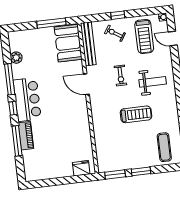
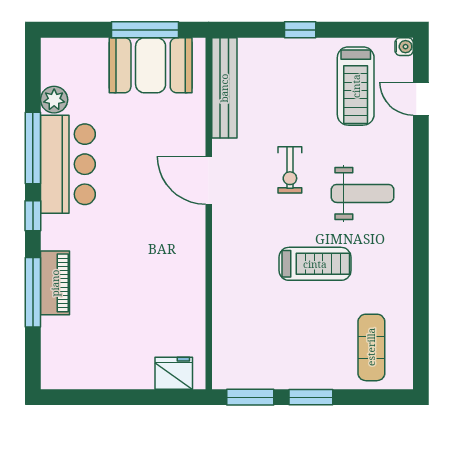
exercise bike: (115, 33) -> (289, 71), removed
booth: (68, 43) -> (151, 65), moved, turned 90
bar counter: (27, 100) -> (68, 164), moved

